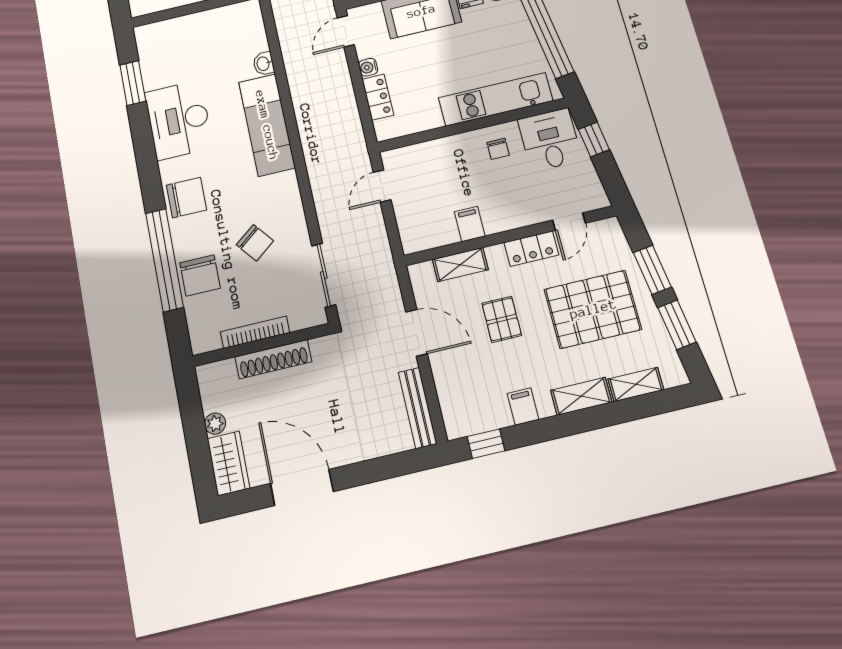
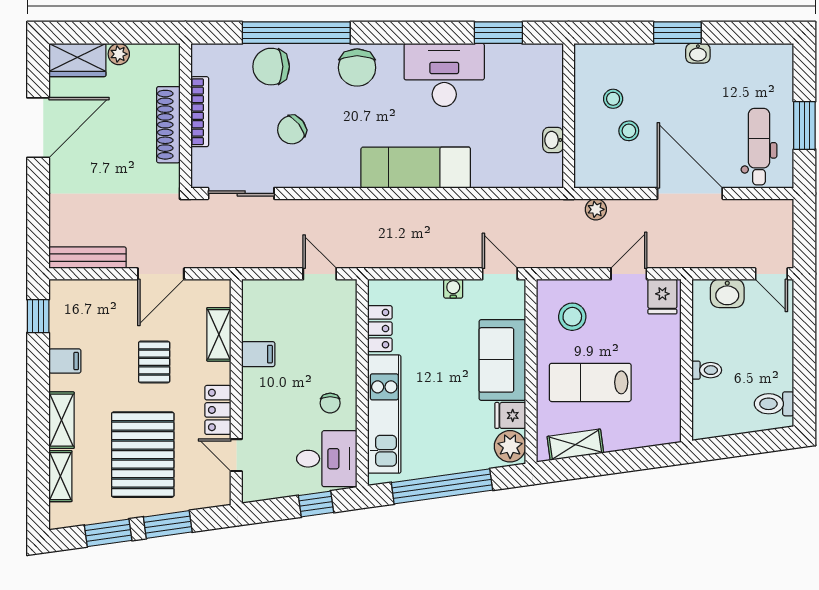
washbasin: (264, 64) -> (553, 140), moved, turned -90
locker: (378, 97) -> (380, 329), moved, turned -90
chair: (498, 149) -> (330, 403), turned -90
pallet: (502, 319) -> (154, 362), turned 90

